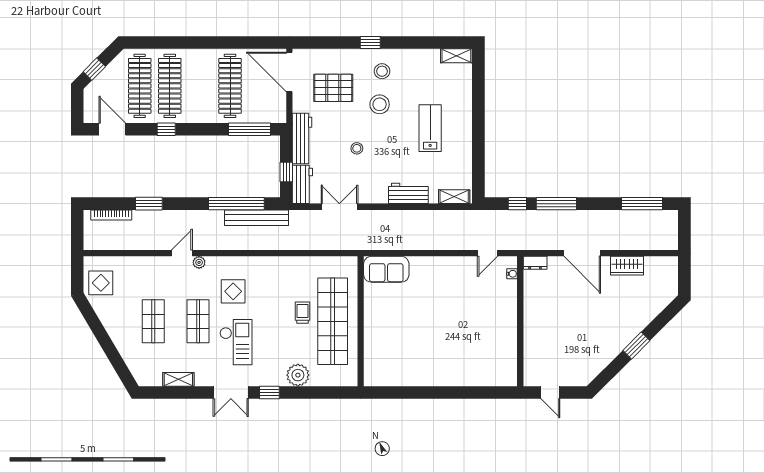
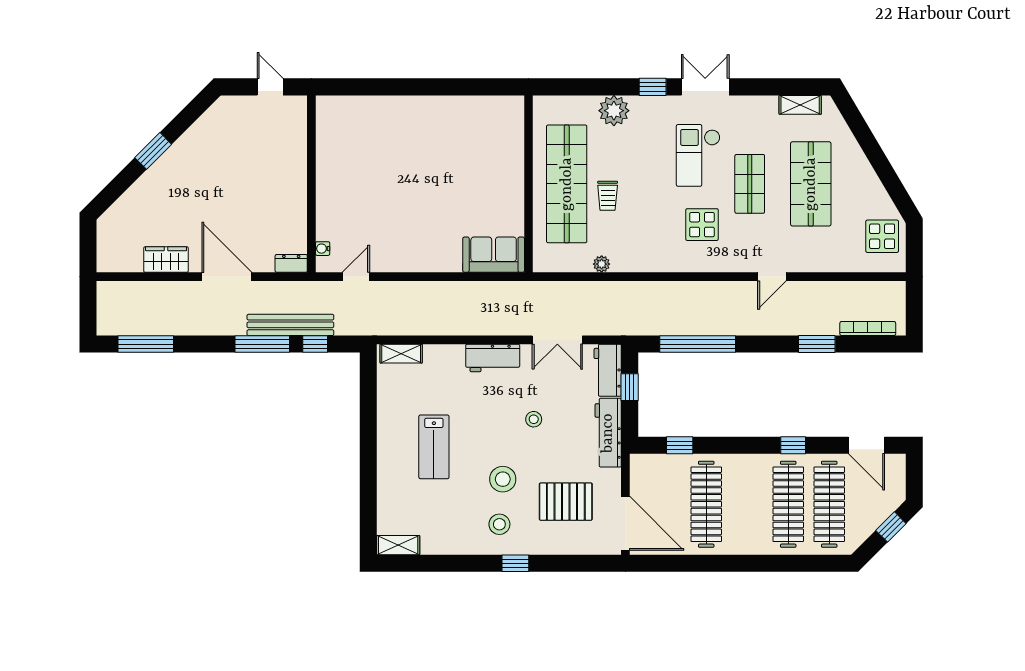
window: (249, 129) -> (680, 445), width x0.46
workbench: (408, 193) -> (493, 358), moved
bench: (257, 218) -> (290, 325), moved
plant: (199, 262) -> (602, 264), moved
shop shelf: (153, 321) -> (811, 184), width x1.43, depth x1.36
shelving: (178, 379) -> (800, 105), moved

